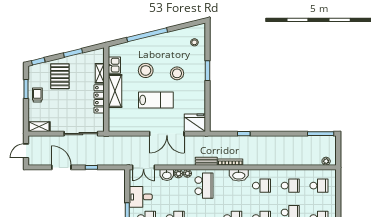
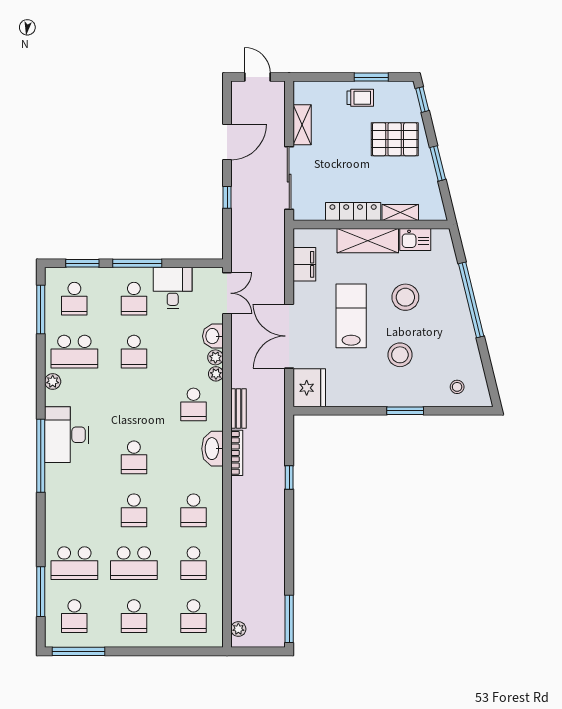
lab bench: (156, 100) -> (351, 316), turned 180
filing cabinet: (128, 125) -> (304, 264), added
shelving: (39, 127) -> (302, 125), moved
double door: (144, 167) -> (227, 293), swing flipped
washbasin: (239, 175) -> (213, 449), moved
school desk: (204, 186) -> (193, 404), width x0.54

